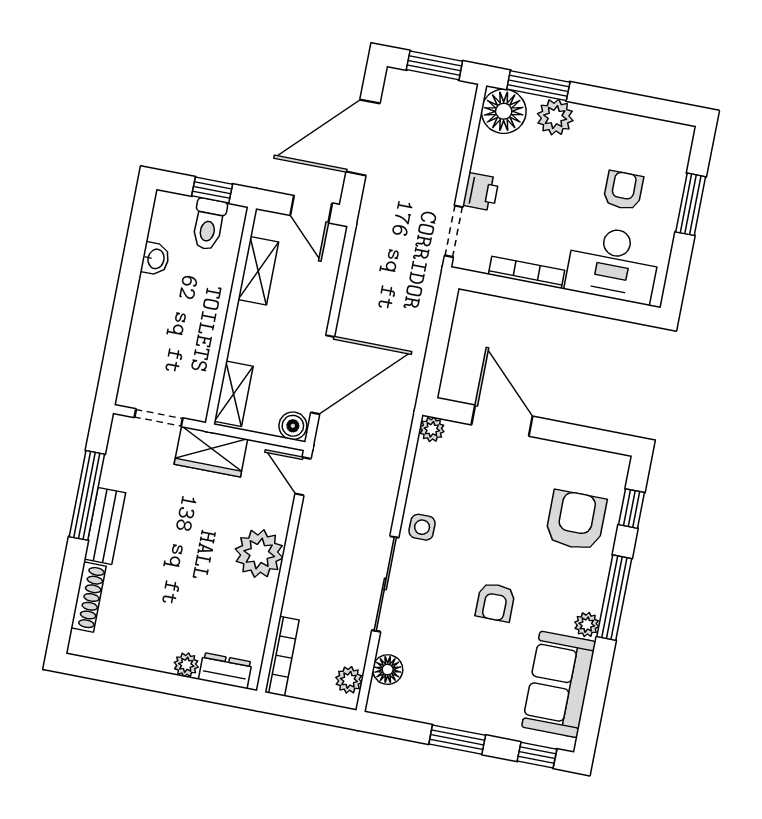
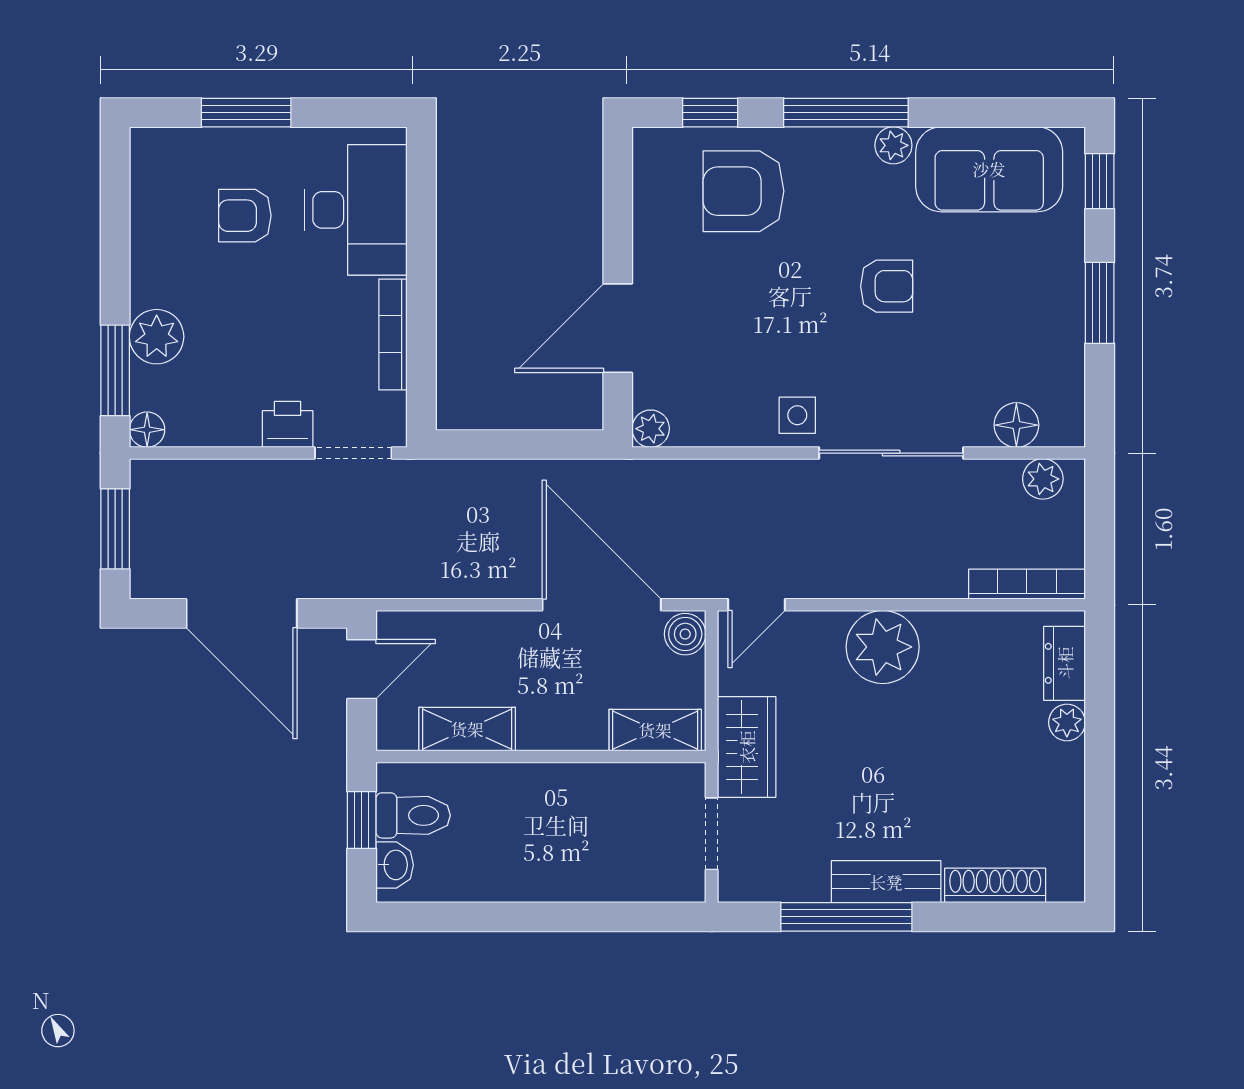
floor lamp: (504, 111) -> (147, 430), width x0.53, depth x0.53
washbasin: (155, 259) -> (395, 865), moved, turned 90

